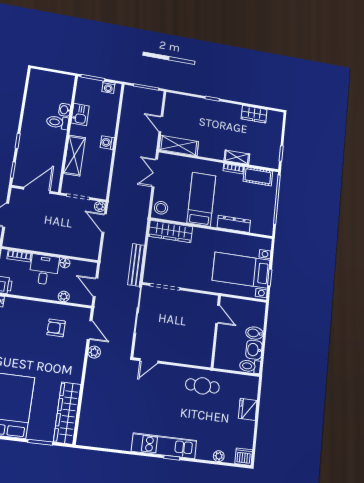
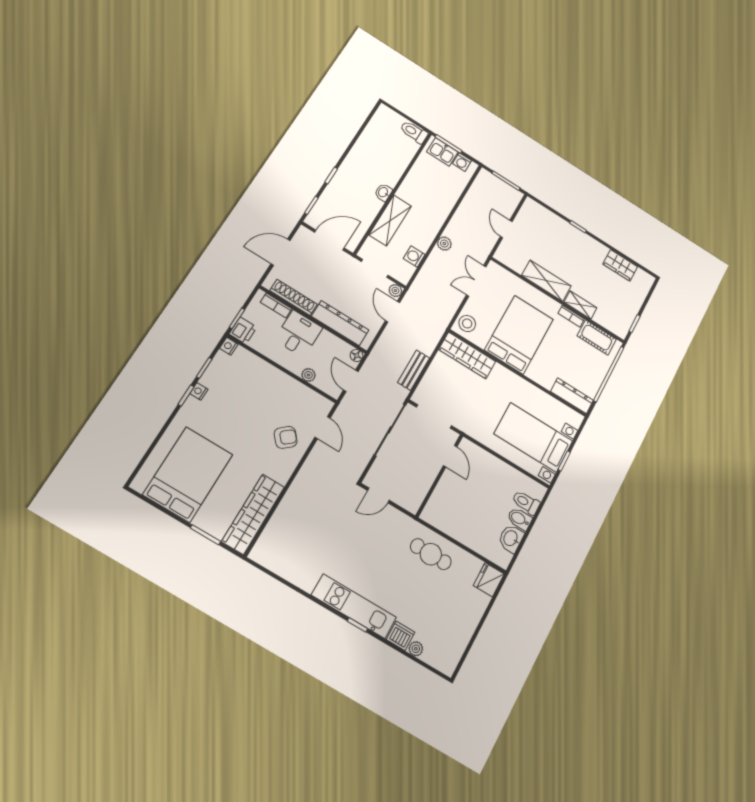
washbasin: (65, 110) -> (383, 192), moved
kitchen sink: (80, 114) -> (442, 152), moved, turned 90
toilet: (58, 122) -> (414, 132), moved
washing machine: (107, 143) -> (414, 257), moved
shelving: (179, 146) -> (546, 281), moved
bed: (201, 199) -> (519, 335), width x1.50
dresser: (234, 224) -> (572, 396), moved
shoe rack: (29, 244) -> (294, 297), added
dresser: (70, 248) -> (340, 323), added
floor lamp: (65, 263) -> (357, 356), moved
bench: (136, 265) -> (414, 370), width x0.73
door: (218, 314) -> (450, 456), moved
armchair: (56, 328) -> (286, 437), moved, turned 139
wall: (216, 331) -> (439, 475), moved
plant: (94, 352) -> (444, 244), moved
toilet: (250, 366) -> (526, 503), moved
fridge: (248, 409) -> (489, 580), moved
dishwasher: (244, 457) -> (401, 636), moved

